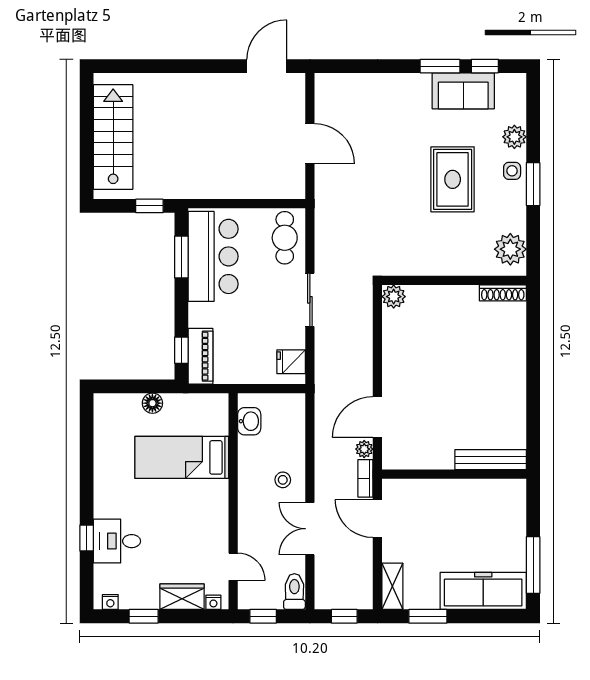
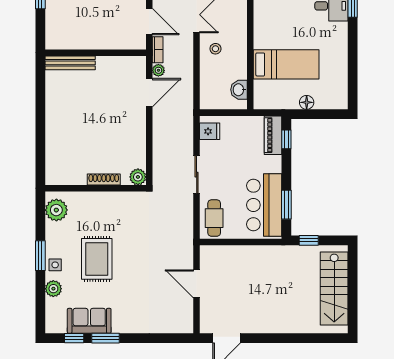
shoe rack: (503, 293) -> (104, 180), moved

